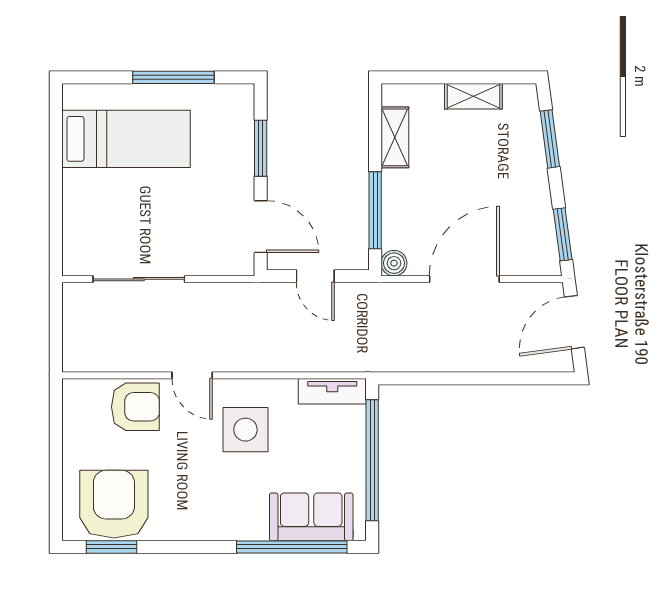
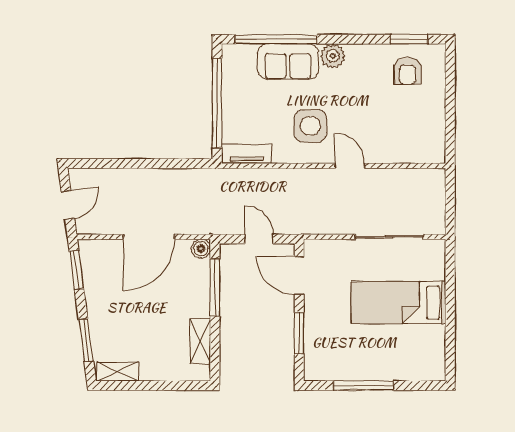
shelving: (473, 96) -> (117, 372), moved
bed: (126, 139) -> (399, 303), moved
door: (574, 322) -> (68, 205), width x0.73
armchair: (135, 407) -> (392, 143), removed
armchair: (114, 504) -> (407, 71), width x0.53, depth x0.53
sofa: (311, 517) -> (288, 61), moved
plant: (215, 524) -> (333, 56), added

